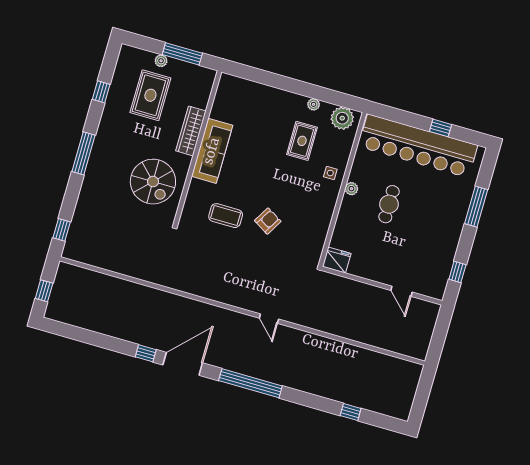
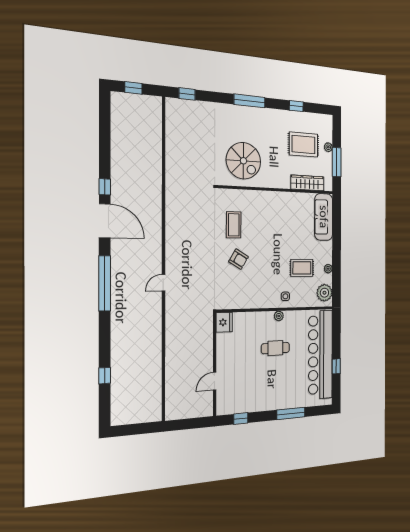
wardrobe: (191, 131) -> (307, 183), moved
sofa: (212, 151) -> (324, 217), moved, turned 90
spiral stairs: (153, 182) -> (243, 161), turned -90

